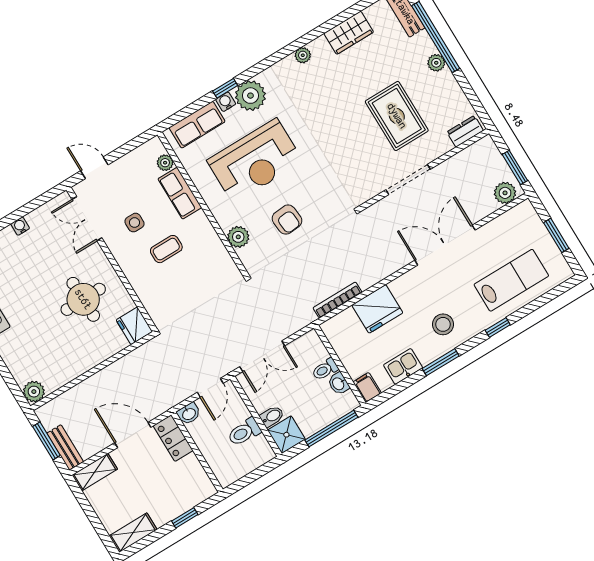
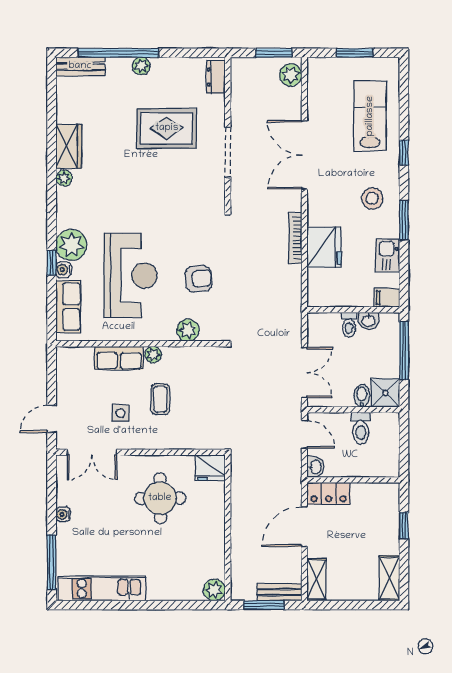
wardrobe: (349, 33) -> (69, 146), moved
plant: (165, 163) -> (153, 355), moved
bookcase: (337, 300) -> (295, 238), moved

